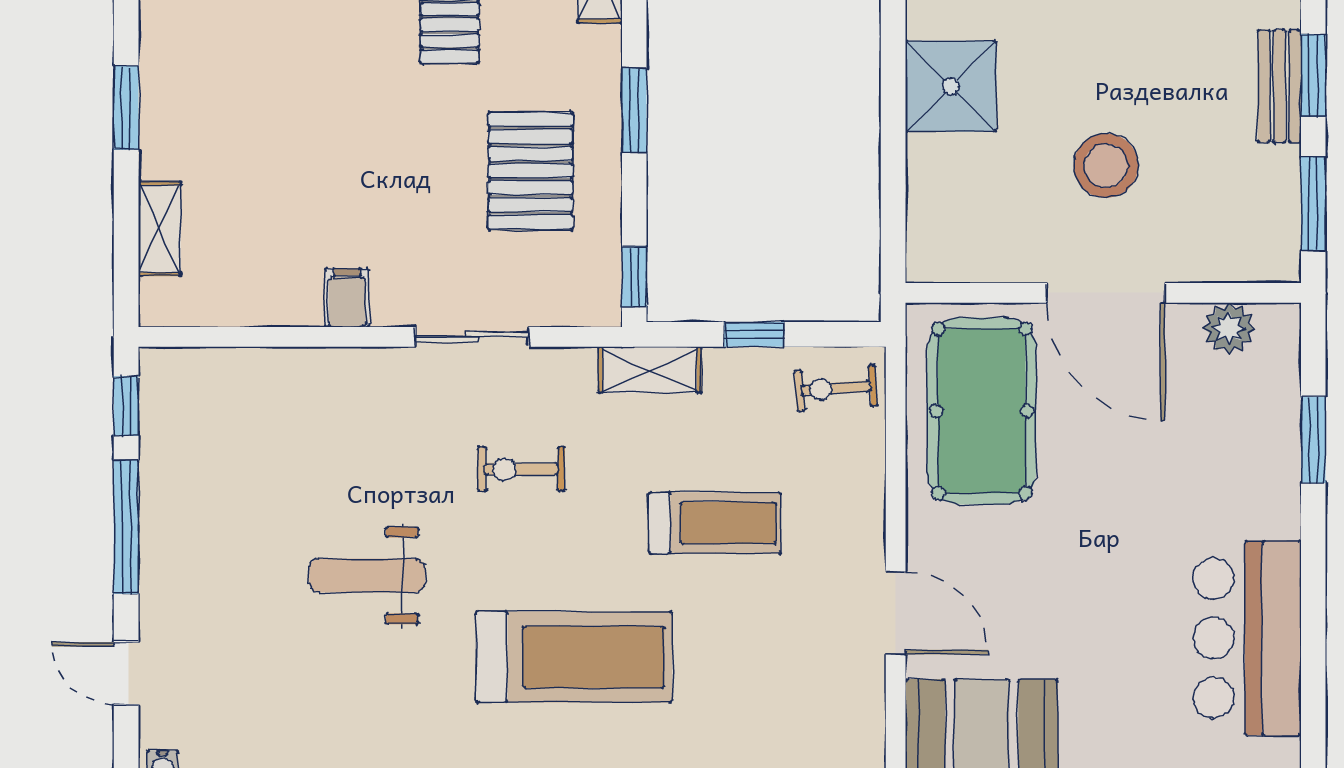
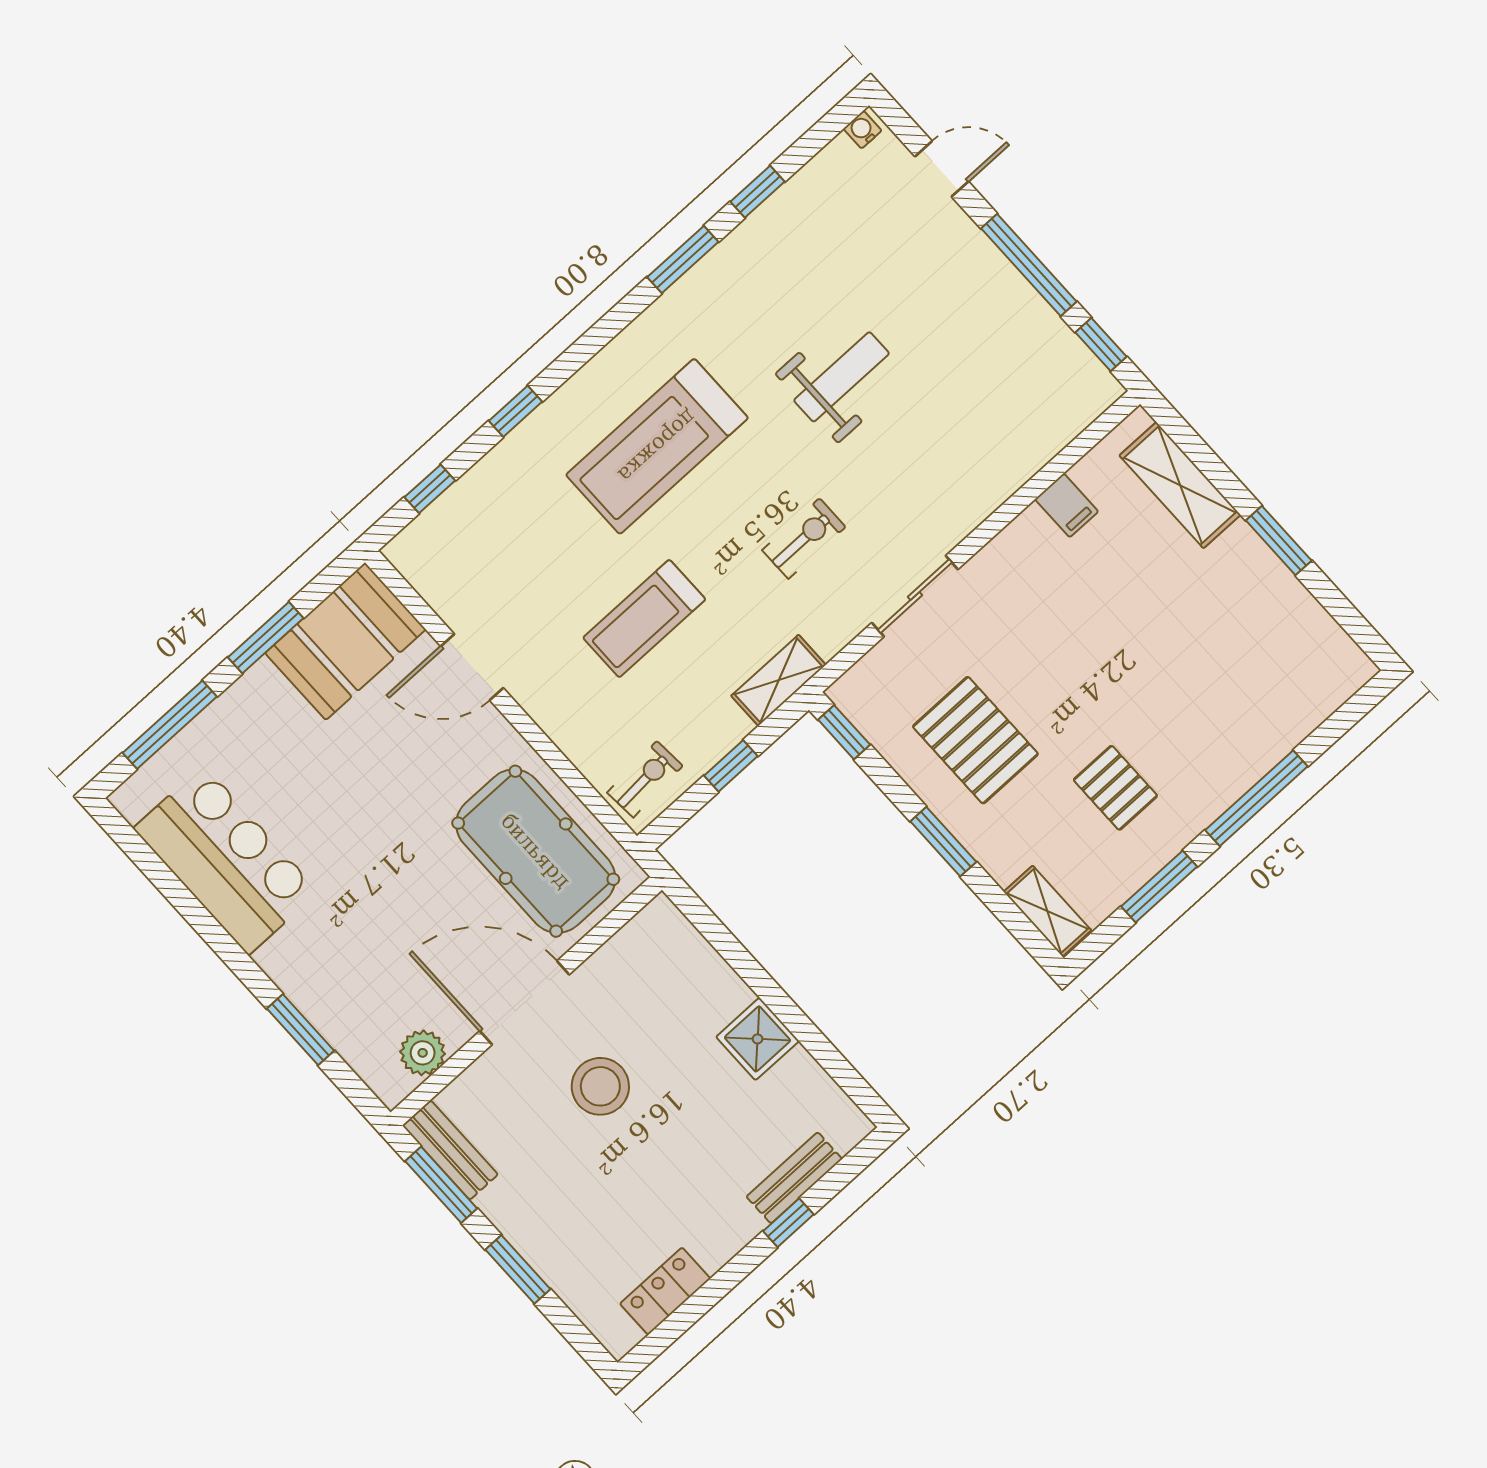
shower: (951, 86) -> (758, 1039), width x0.73, depth x0.73
bench: (1279, 86) -> (450, 1150), moved
shelving: (160, 229) -> (1180, 485), width x1.50, depth x1.33
filing cabinet: (347, 298) -> (1067, 505), moved

